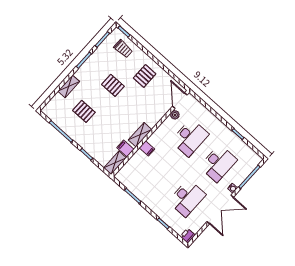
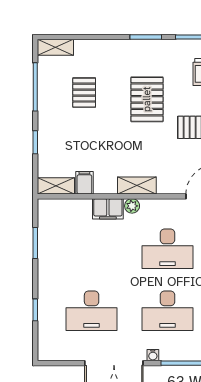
pallet: (113, 85) -> (147, 99), width x1.50, depth x1.42
shelving: (69, 86) -> (55, 47), moved
plant: (175, 115) -> (132, 206), moved
shelving: (140, 135) -> (137, 186), moved
filing cabinet: (147, 148) -> (108, 209), width x2.00
printer: (188, 236) -> (47, 352), removed

